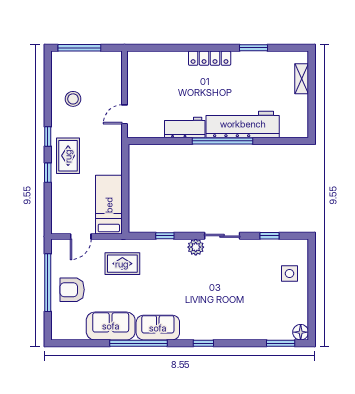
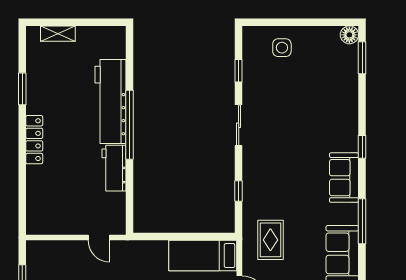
plant: (196, 247) -> (252, 156), removed
sofa: (158, 328) -> (344, 178), moved
window: (139, 343) -> (362, 221), width x0.68

